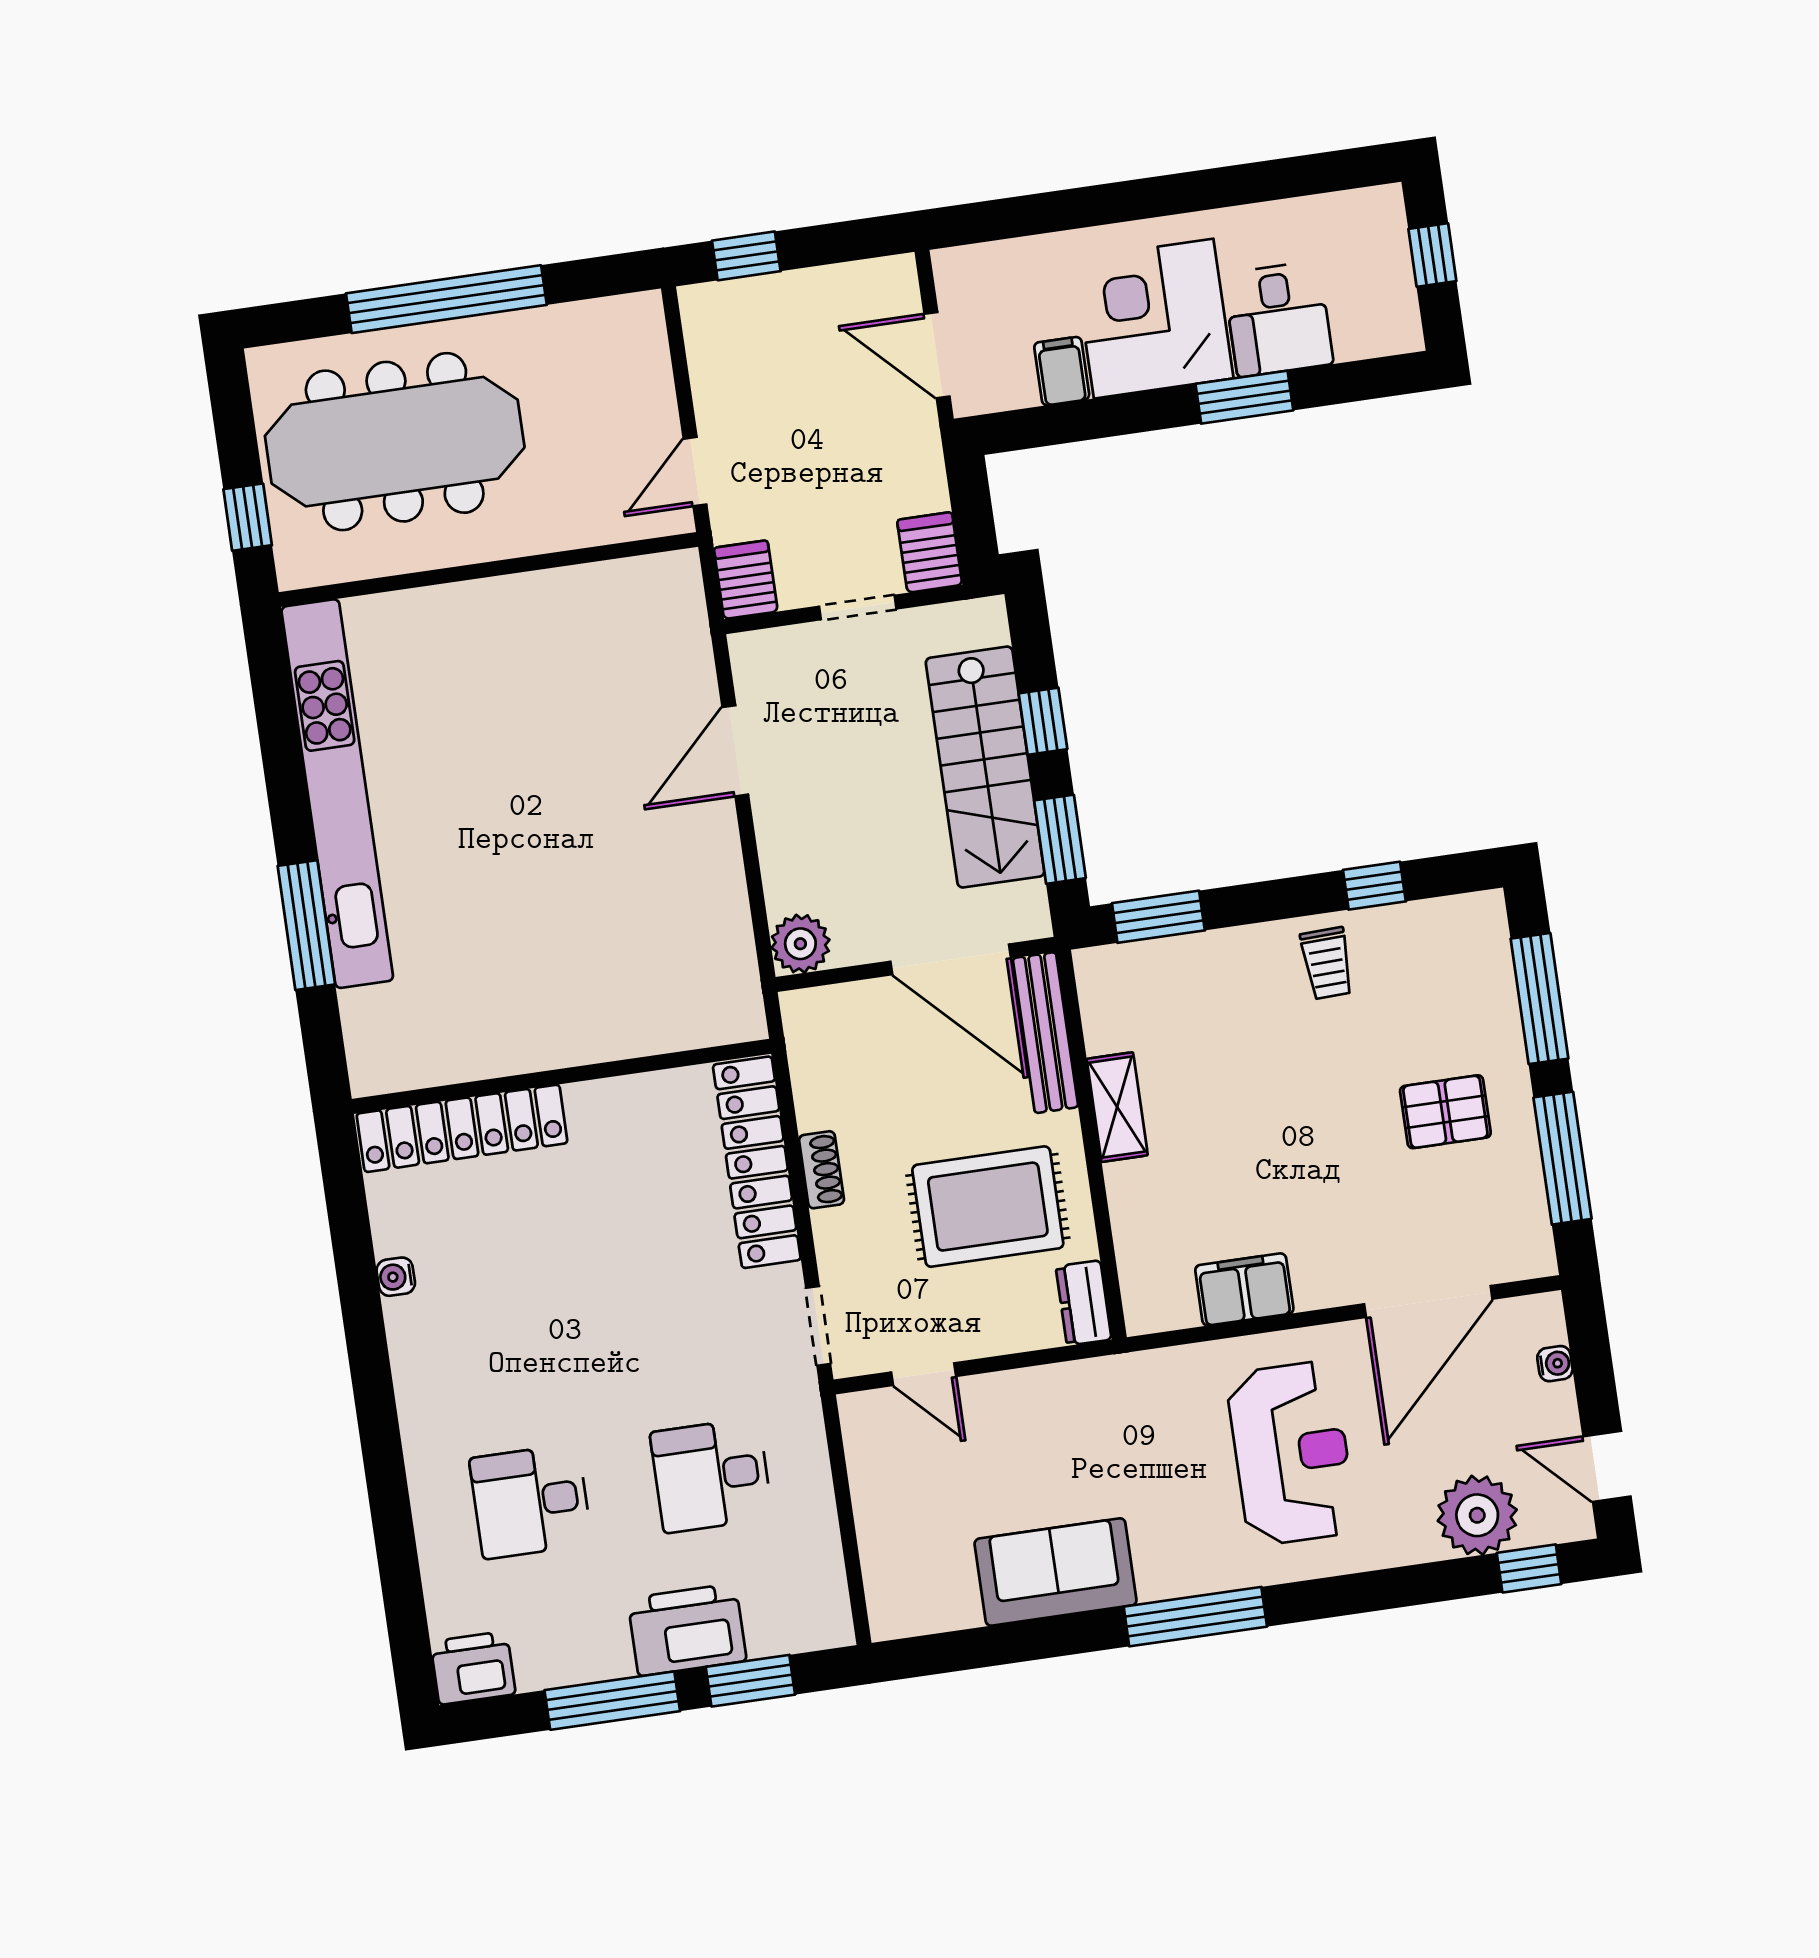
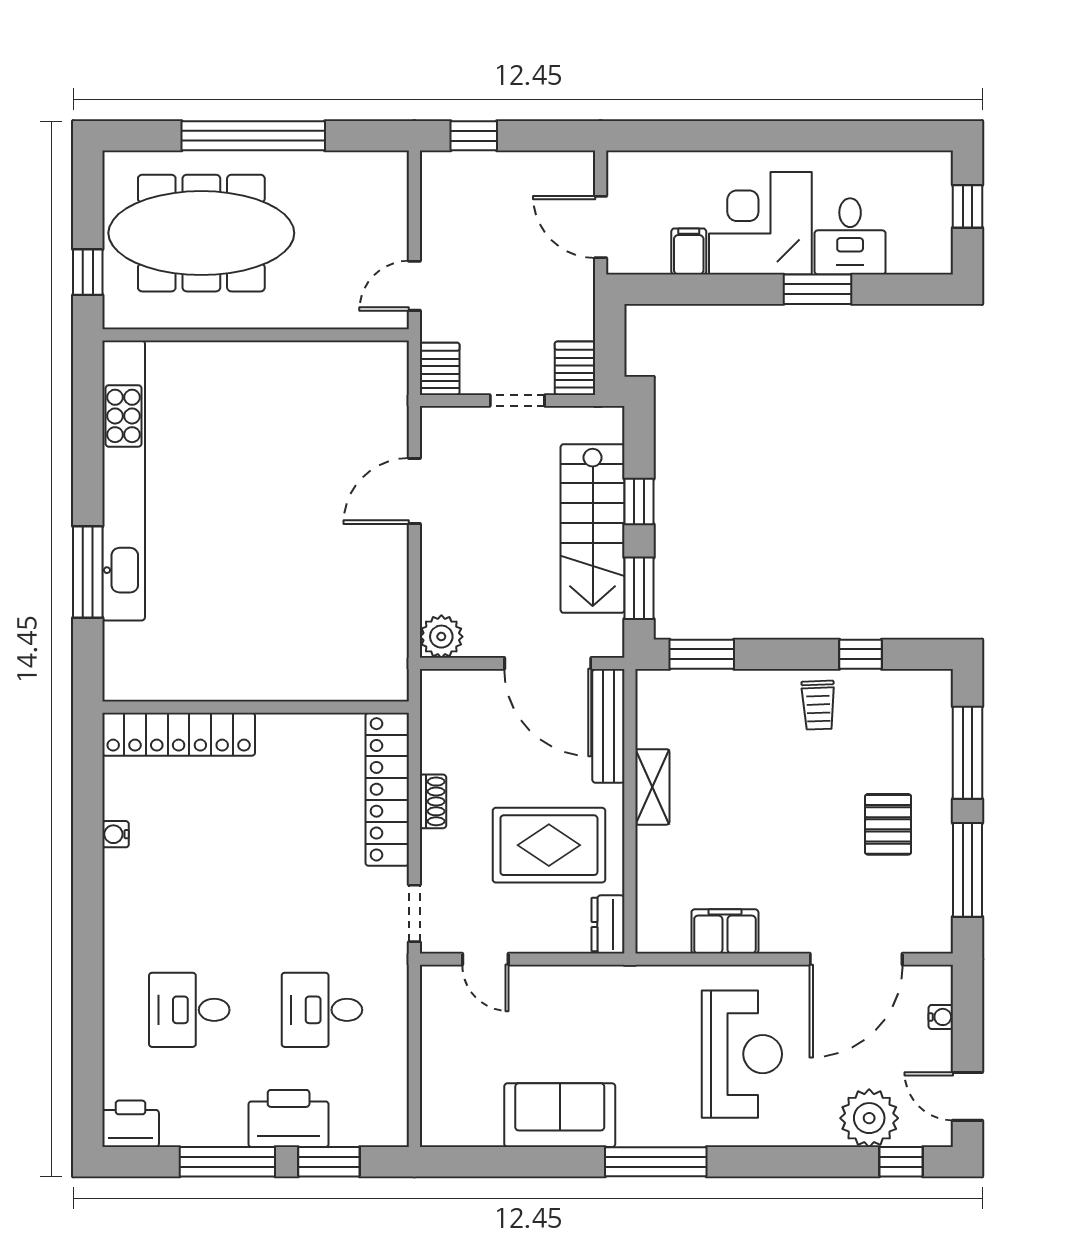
pallet: (1445, 1112) -> (888, 824), turned 90

